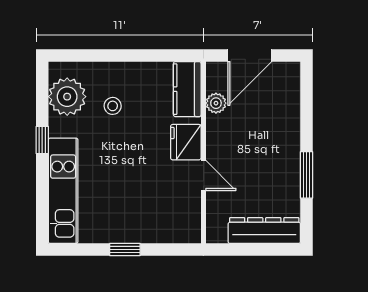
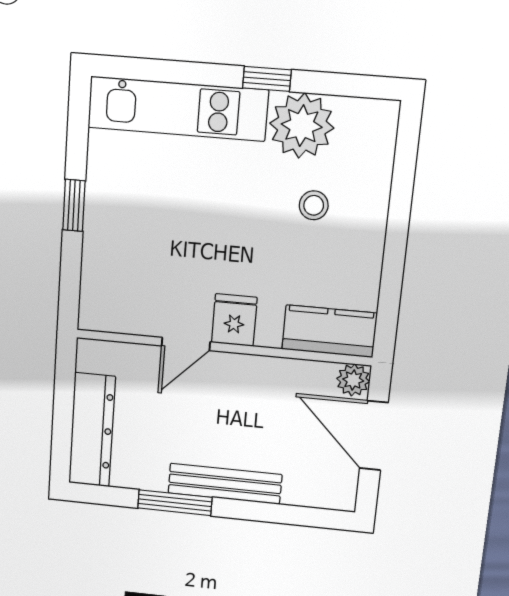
plant: (67, 97) -> (302, 126), moved
plant: (216, 103) -> (353, 380), moved
fridge: (186, 142) -> (234, 320), width x0.72
bench: (291, 144) -> (225, 484), added

